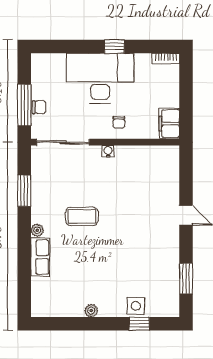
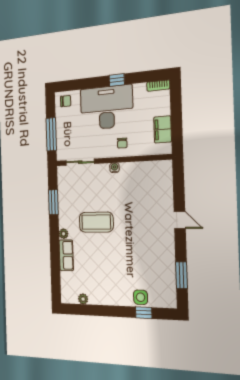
chair: (39, 107) -> (66, 101), moved
filing cabinet: (169, 124) -> (163, 129), moved
sliding door: (63, 142) -> (80, 162), width x0.73
coffee table: (82, 216) -> (96, 222), width x1.36, depth x1.32
plant: (91, 311) -> (83, 299), moved

